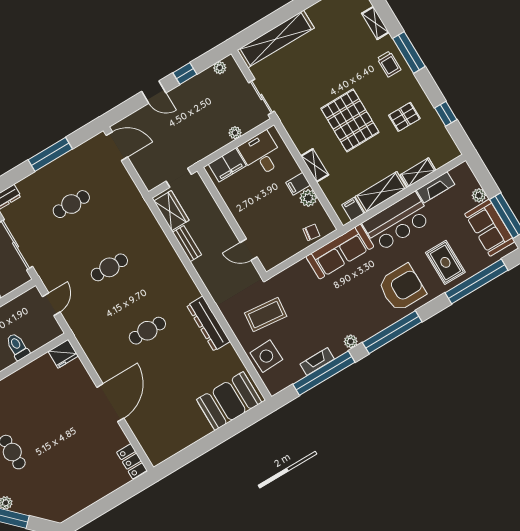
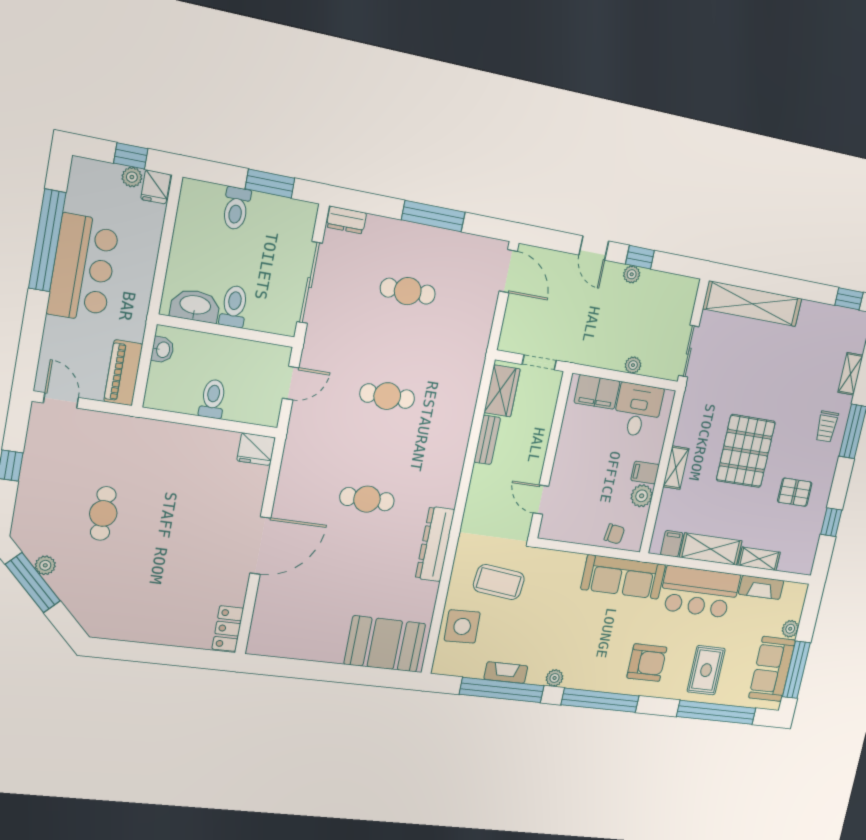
plant: (220, 68) -> (632, 274), moved
armchair: (402, 288) -> (647, 663), width x0.73, depth x0.73

